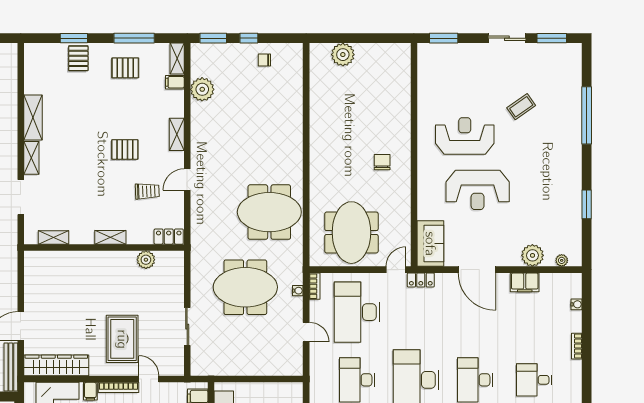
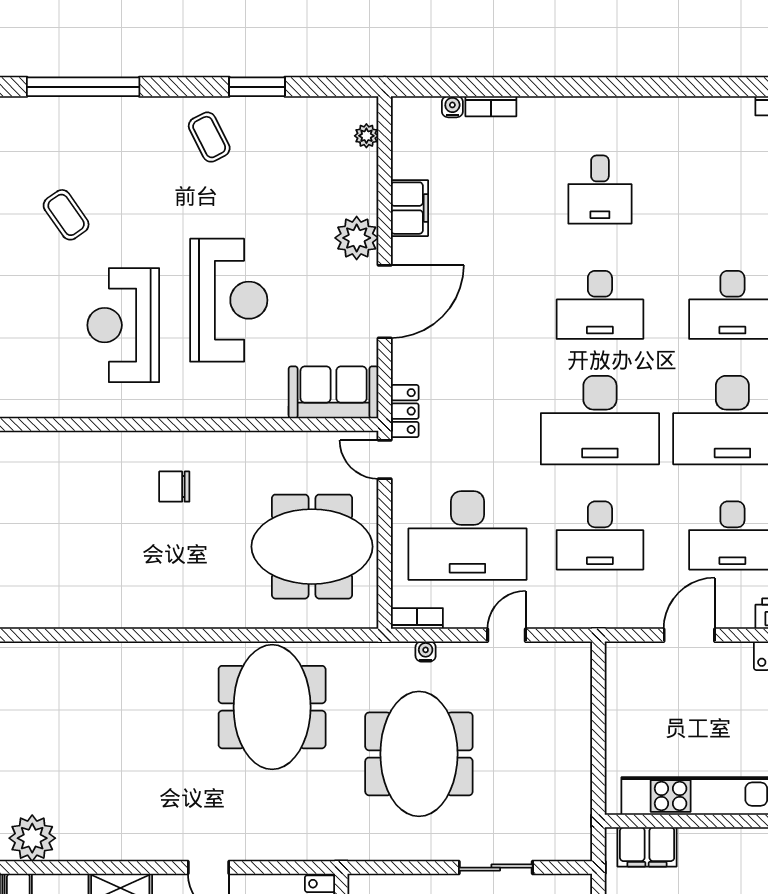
coffee table: (561, 180) -> (209, 137), added
plant: (532, 255) -> (357, 238), moved
bookcase: (577, 346) -> (491, 106), moved

